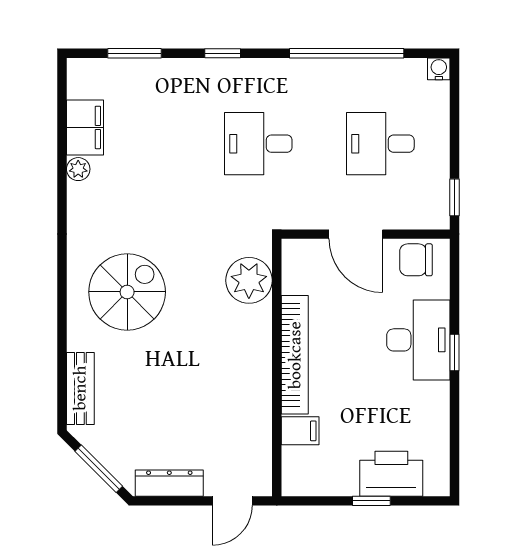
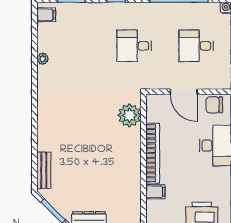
filing cabinet: (85, 127) -> (46, 15), moved, width x0.50
spiral stairs: (127, 292) -> (67, 121), removed

